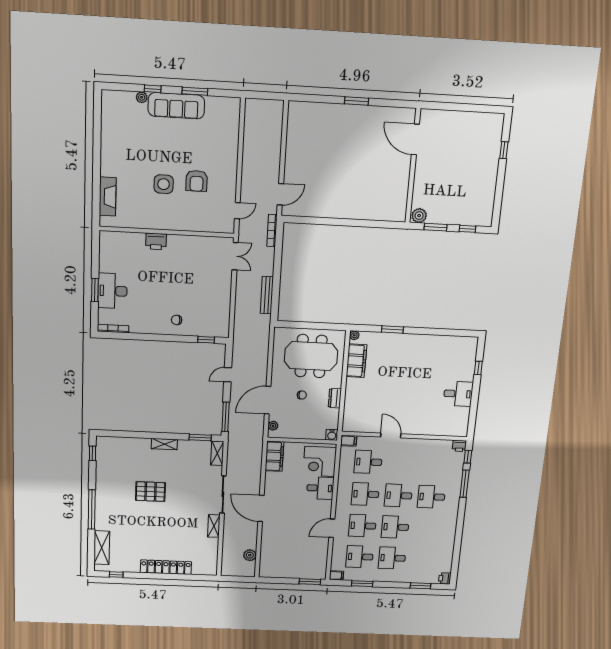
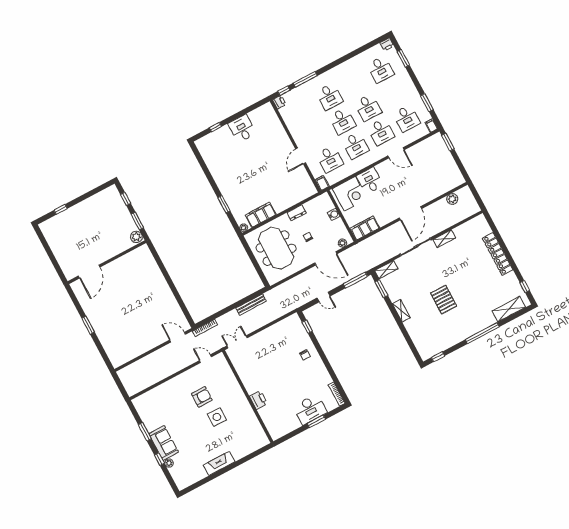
sofa: (176, 106) -> (164, 443), width x0.73
fireplace: (108, 197) -> (219, 463), moved
water cooler: (332, 435) -> (334, 214), moved
desk: (392, 558) -> (381, 69), moved

